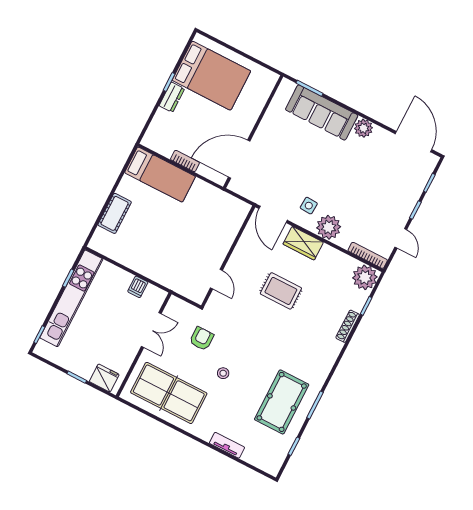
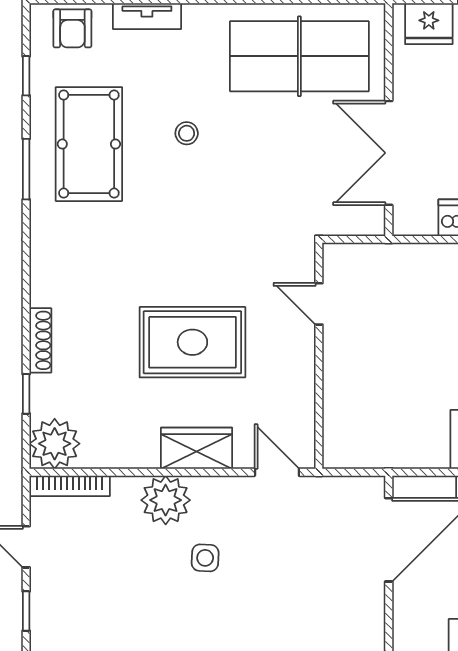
side table: (309, 206) -> (205, 558), moved
door: (273, 214) -> (277, 472), width x0.73
rug: (281, 291) -> (192, 342), width x1.36, depth x1.43
double door: (151, 330) -> (389, 153), width x1.37
armchair: (202, 339) -> (72, 28), moved
stool: (223, 373) -> (187, 133), moved

